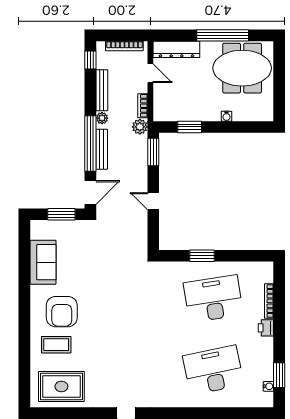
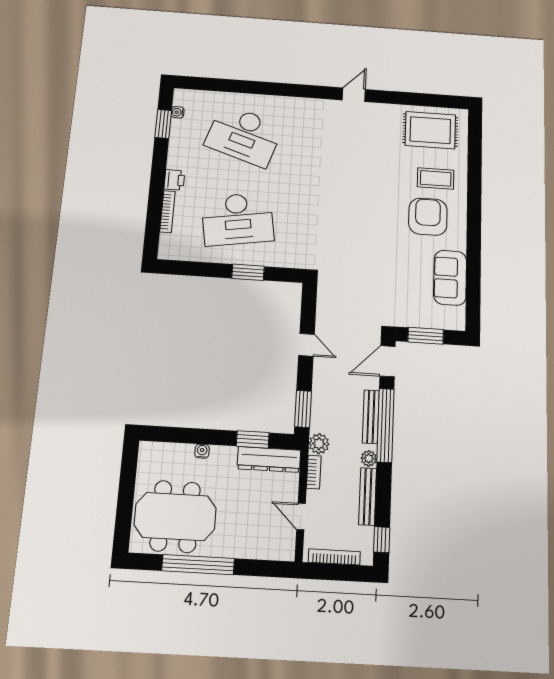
dresser: (176, 49) -> (269, 459), moved, turned 180
desk: (213, 370) -> (244, 135), turned 30

